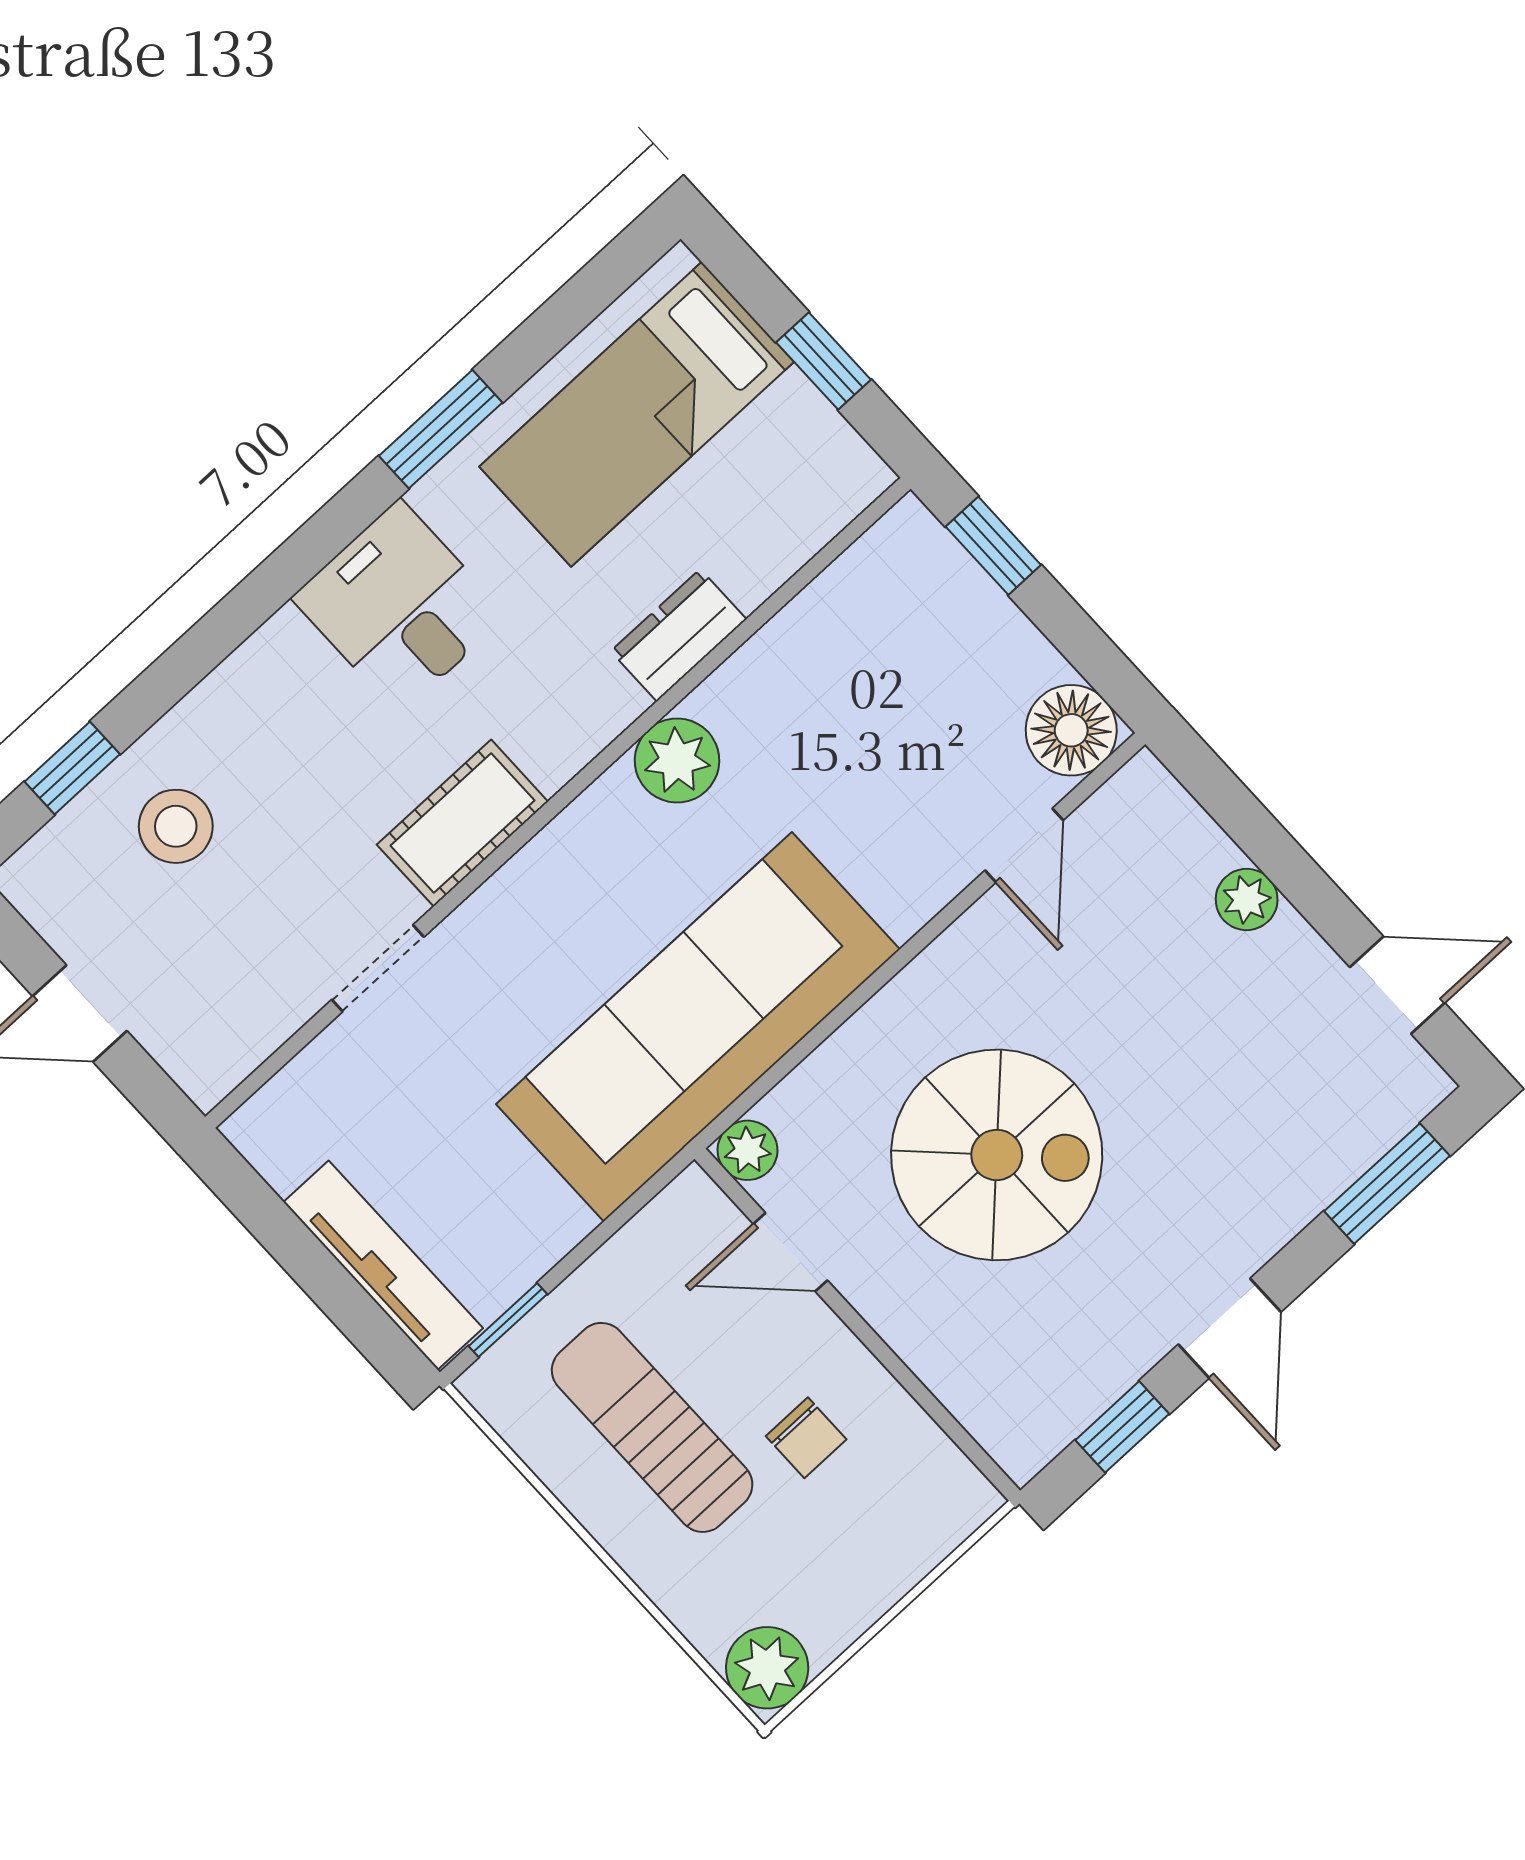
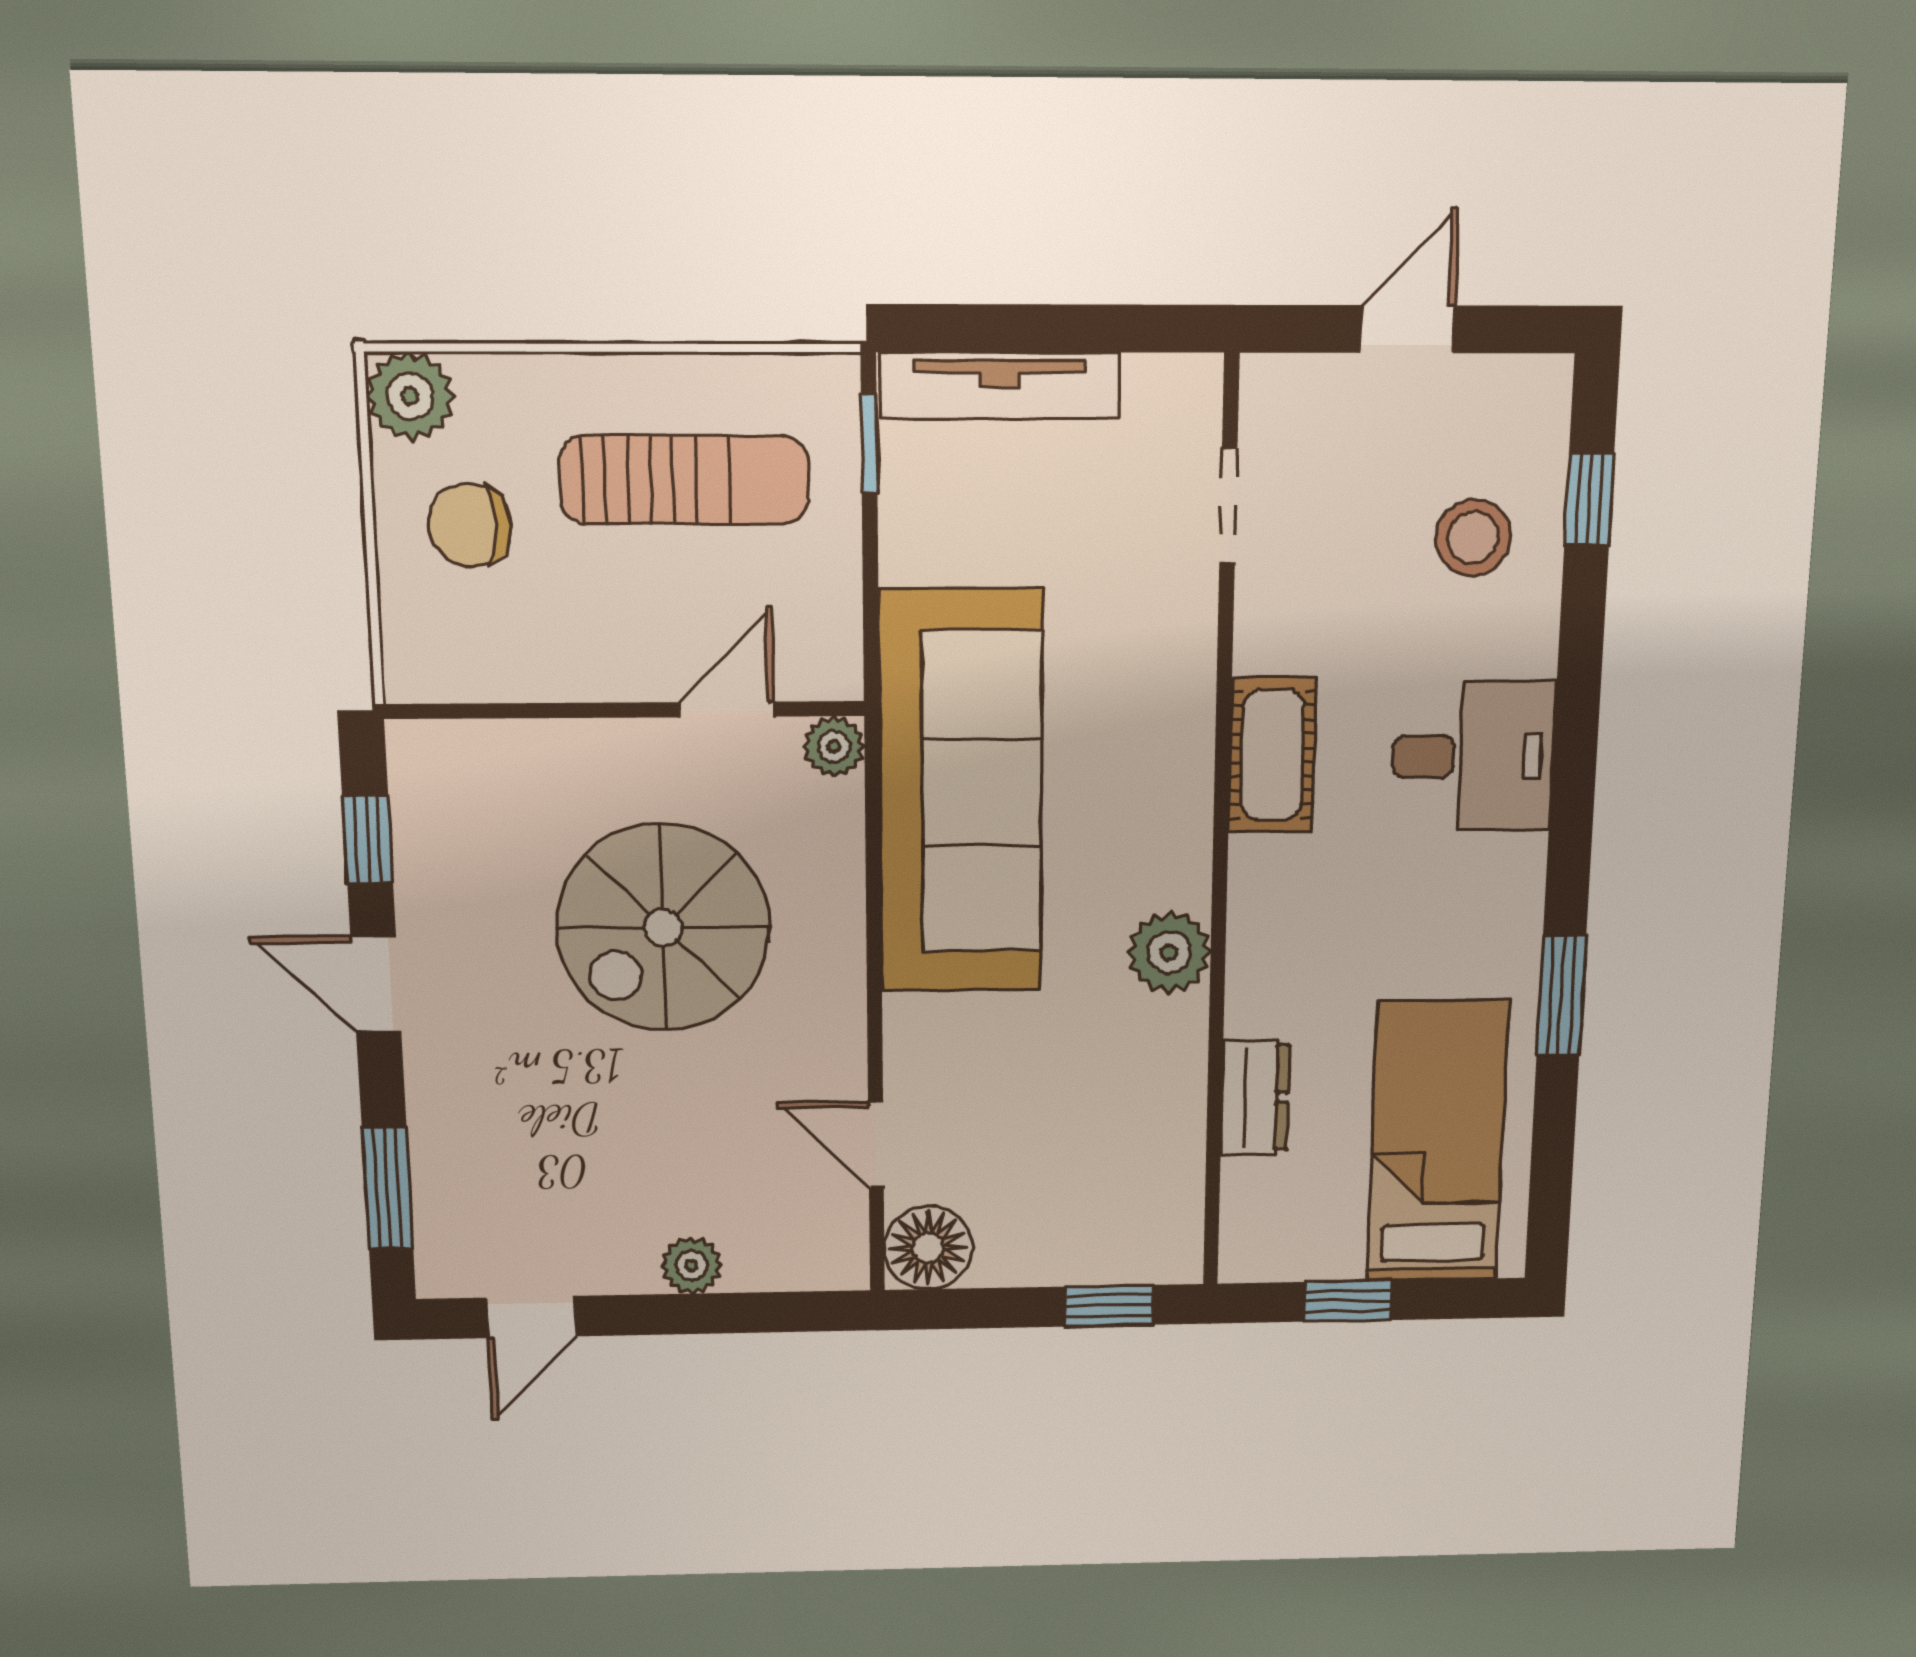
desk: (400, 607) -> (1473, 756), moved
dresser: (679, 635) -> (1255, 1098), moved
doorway: (378, 968) -> (1228, 506), moved
chair: (806, 1438) -> (470, 525), moved, width x1.37, depth x1.37

